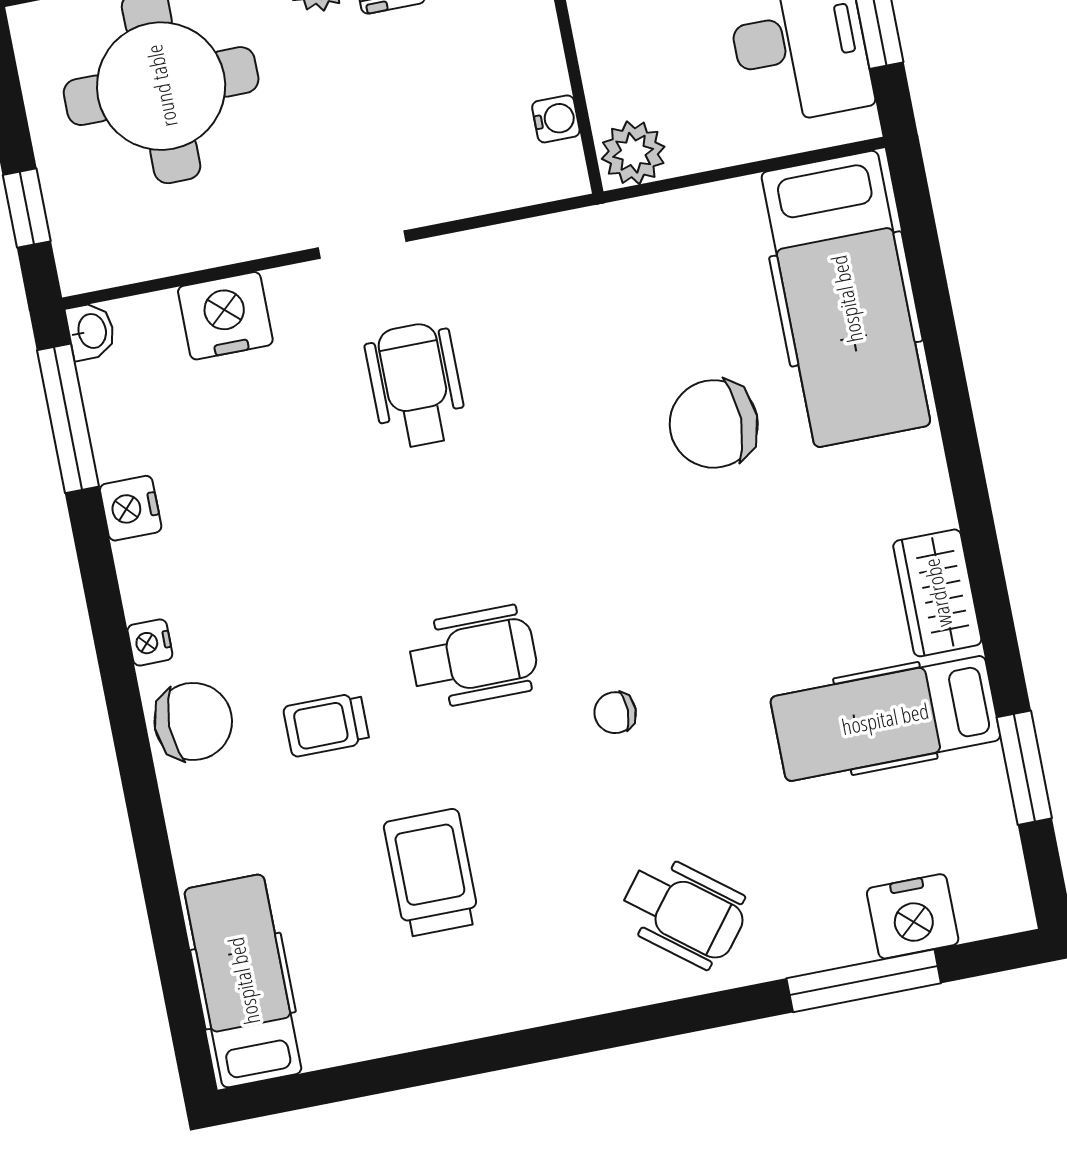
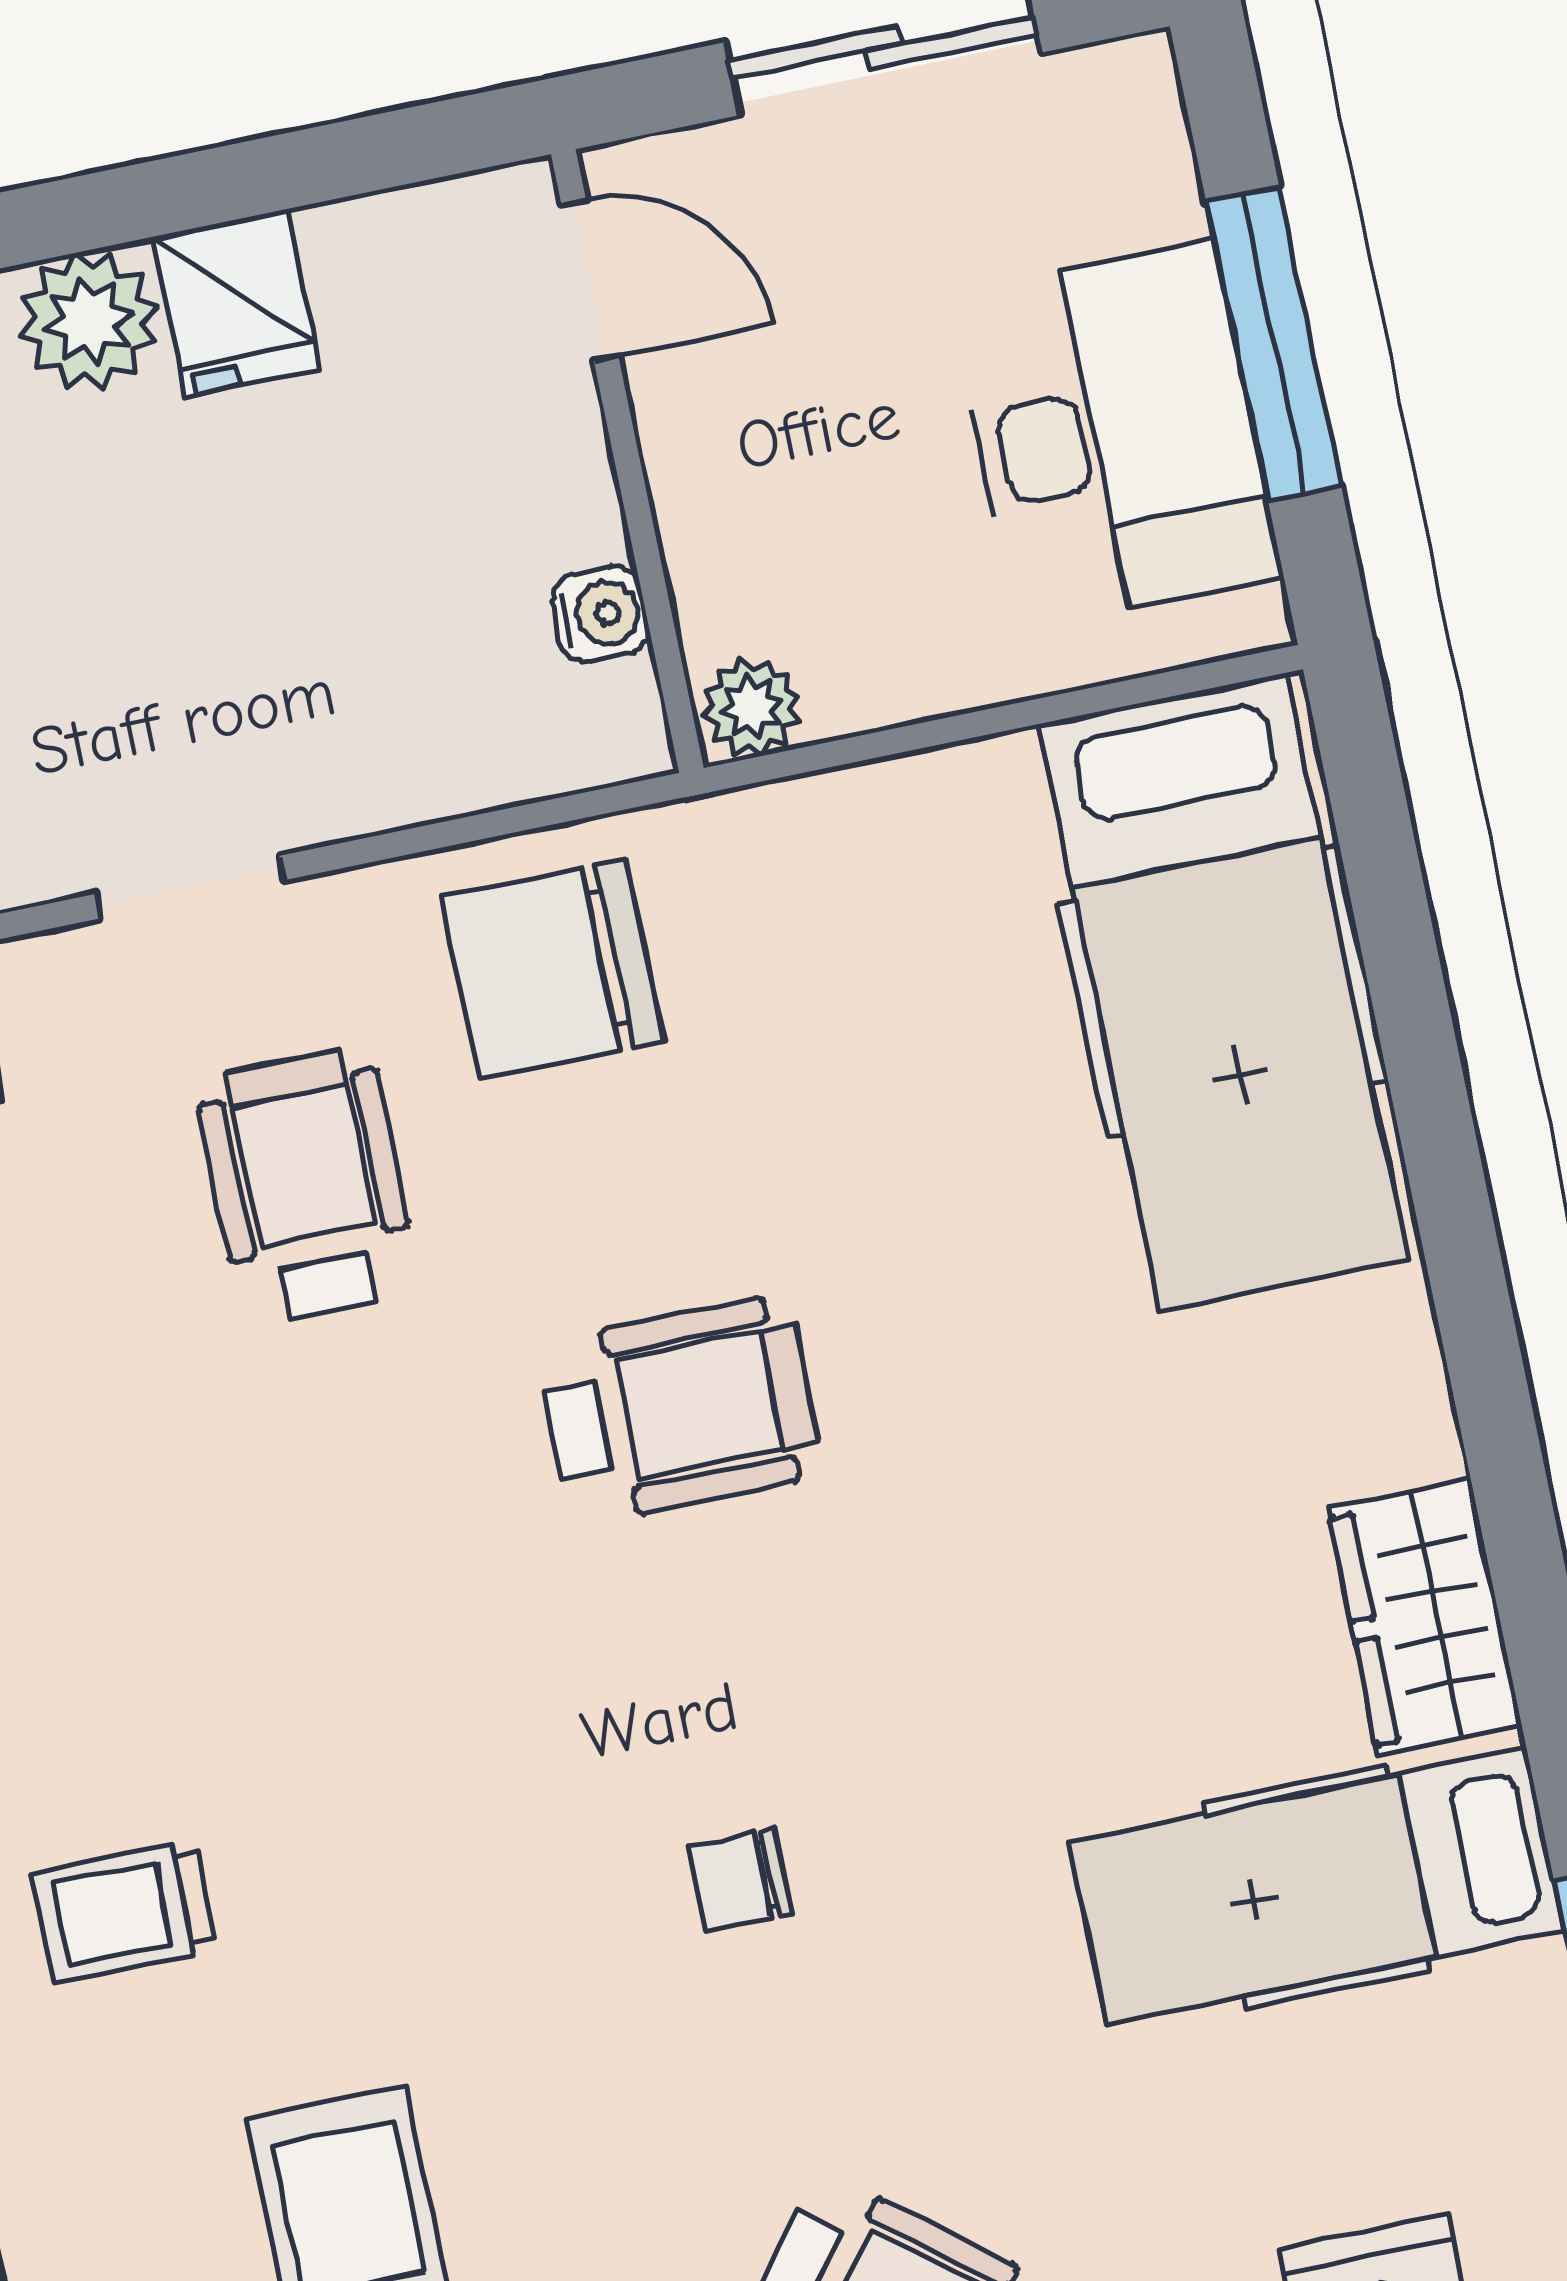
plant: (633, 153) -> (752, 707), width x0.73, depth x0.73
chair: (714, 424) -> (553, 969), moved
wheelchair: (473, 657) -> (679, 1409), moved

